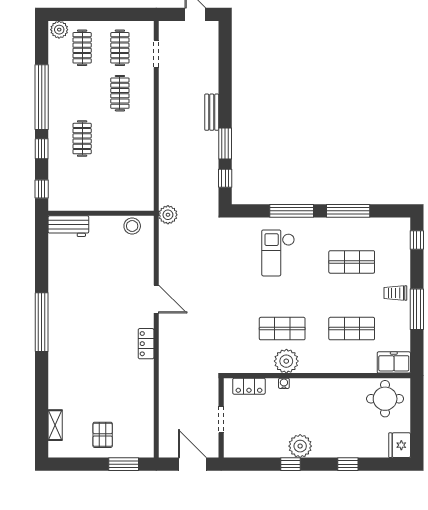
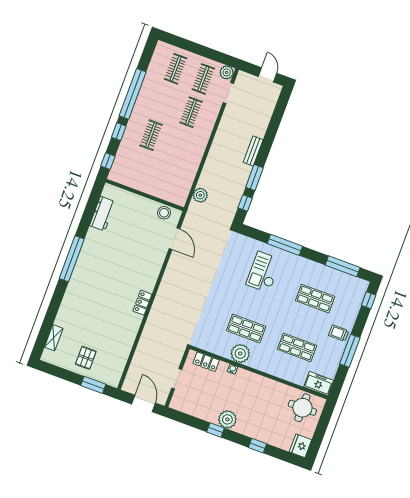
plant: (59, 30) -> (227, 72), moved
window: (348, 211) -> (343, 266), moved
plant: (168, 215) -> (200, 195), moved
workbench: (68, 226) -> (102, 214), moved, turned -90
door: (156, 299) -> (174, 239), moved

